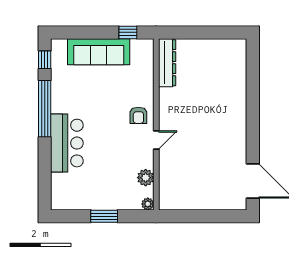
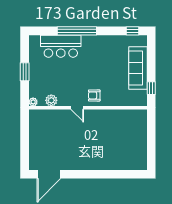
dresser: (167, 63) -> (131, 115), removed
window: (45, 109) -> (77, 31), moved
bar counter: (67, 143) -> (61, 46), moved

